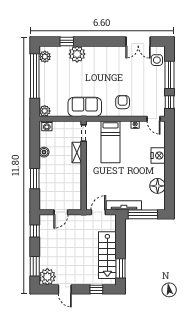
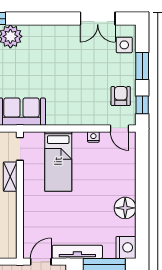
window: (169, 75) -> (142, 66), width x0.69
armchair: (123, 102) -> (121, 96), moved
nightstand: (158, 155) -> (126, 247), moved
floor lamp: (158, 186) -> (125, 208), moved

